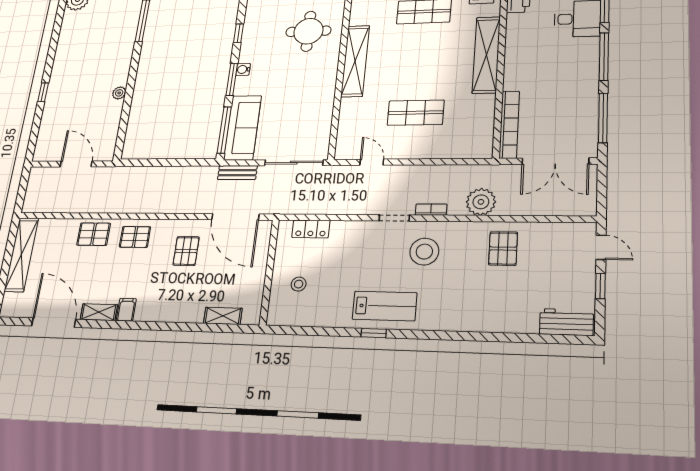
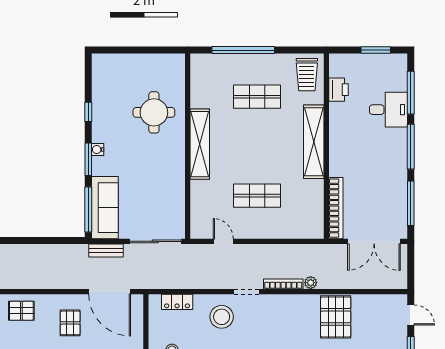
plant: (481, 202) -> (311, 283), width x0.53, depth x0.53
bookcase: (431, 210) -> (283, 284), width x1.56
pallet: (503, 249) -> (336, 317), width x1.50, depth x1.42
stool: (424, 252) -> (222, 317), moved

